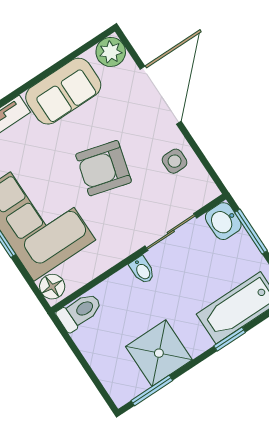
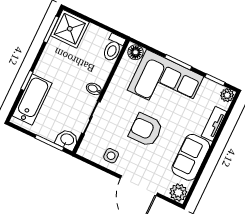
armchair: (104, 168) -> (146, 130), turned -105
shower: (159, 353) -> (70, 29), moved

